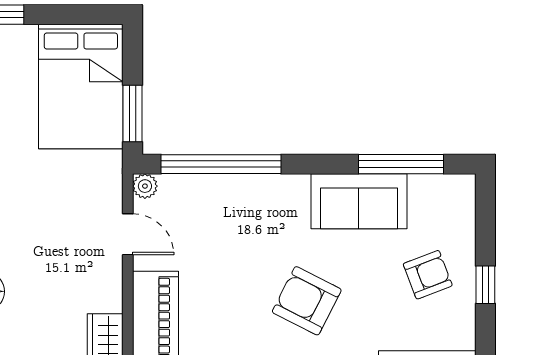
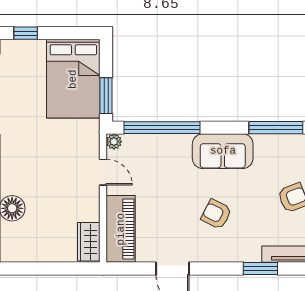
sofa: (359, 201) -> (223, 151), moved
armchair: (307, 301) -> (216, 214), width x0.72, depth x0.72

